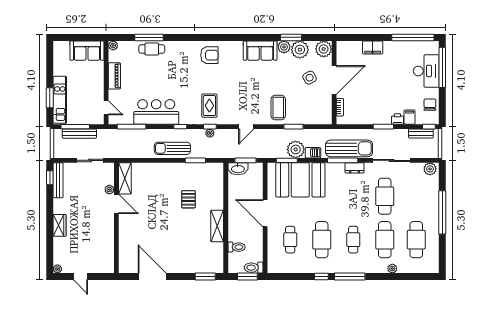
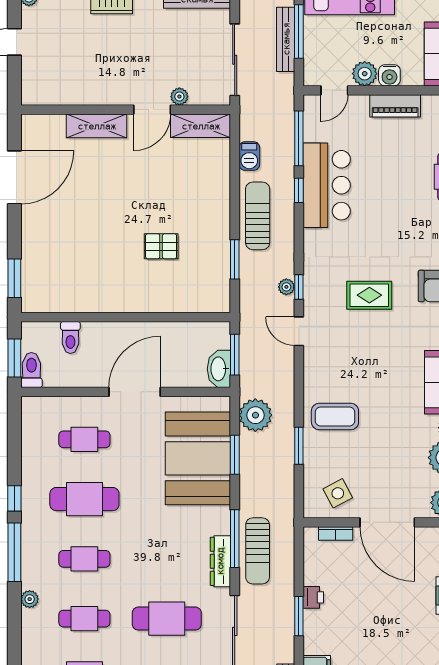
side table: (310, 78) -> (338, 493), moved
water cooler: (98, 79) -> (389, 75), added
plant: (97, 92) -> (365, 74), added
rug: (209, 106) -> (369, 295), moved
printer: (397, 119) -> (313, 597), moved
window: (180, 127) -> (299, 190), moved
door: (246, 127) -> (299, 331), moved
sun lounger: (349, 148) -> (258, 551), width x0.73, depth x0.75
plant: (296, 149) -> (255, 415), moved
barbecue: (313, 153) -> (249, 156), moved
sliding door: (90, 160) -> (235, 60), width x1.37
window: (287, 160) -> (235, 455), moved
dresser: (355, 168) -> (220, 561), width x1.44
washbasin: (238, 169) -> (219, 369), moved
shelving: (217, 226) -> (97, 126), moved
cafe table: (385, 240) -> (84, 619), width x0.73, depth x0.74
plant: (392, 269) -> (30, 599), moved

